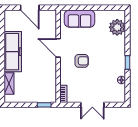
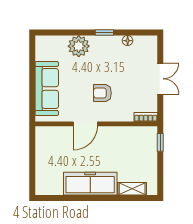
door: (30, 8) -> (32, 161), removed
sofa: (80, 19) -> (47, 88), width x1.36
plant: (117, 27) -> (79, 46), moved
armchair: (82, 61) -> (102, 93), turned -90

